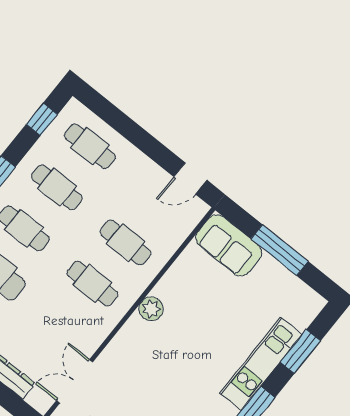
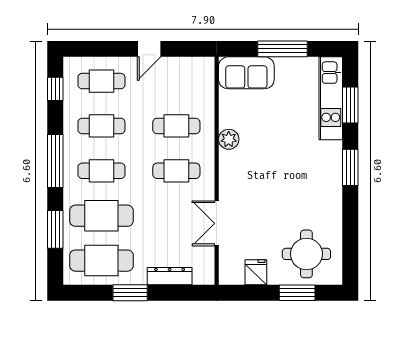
door: (190, 178) -> (149, 49), moved
plant: (151, 309) -> (229, 139), moved
kitchen unit: (261, 364) -> (331, 98), moved
double door: (75, 381) -> (217, 223), moved

